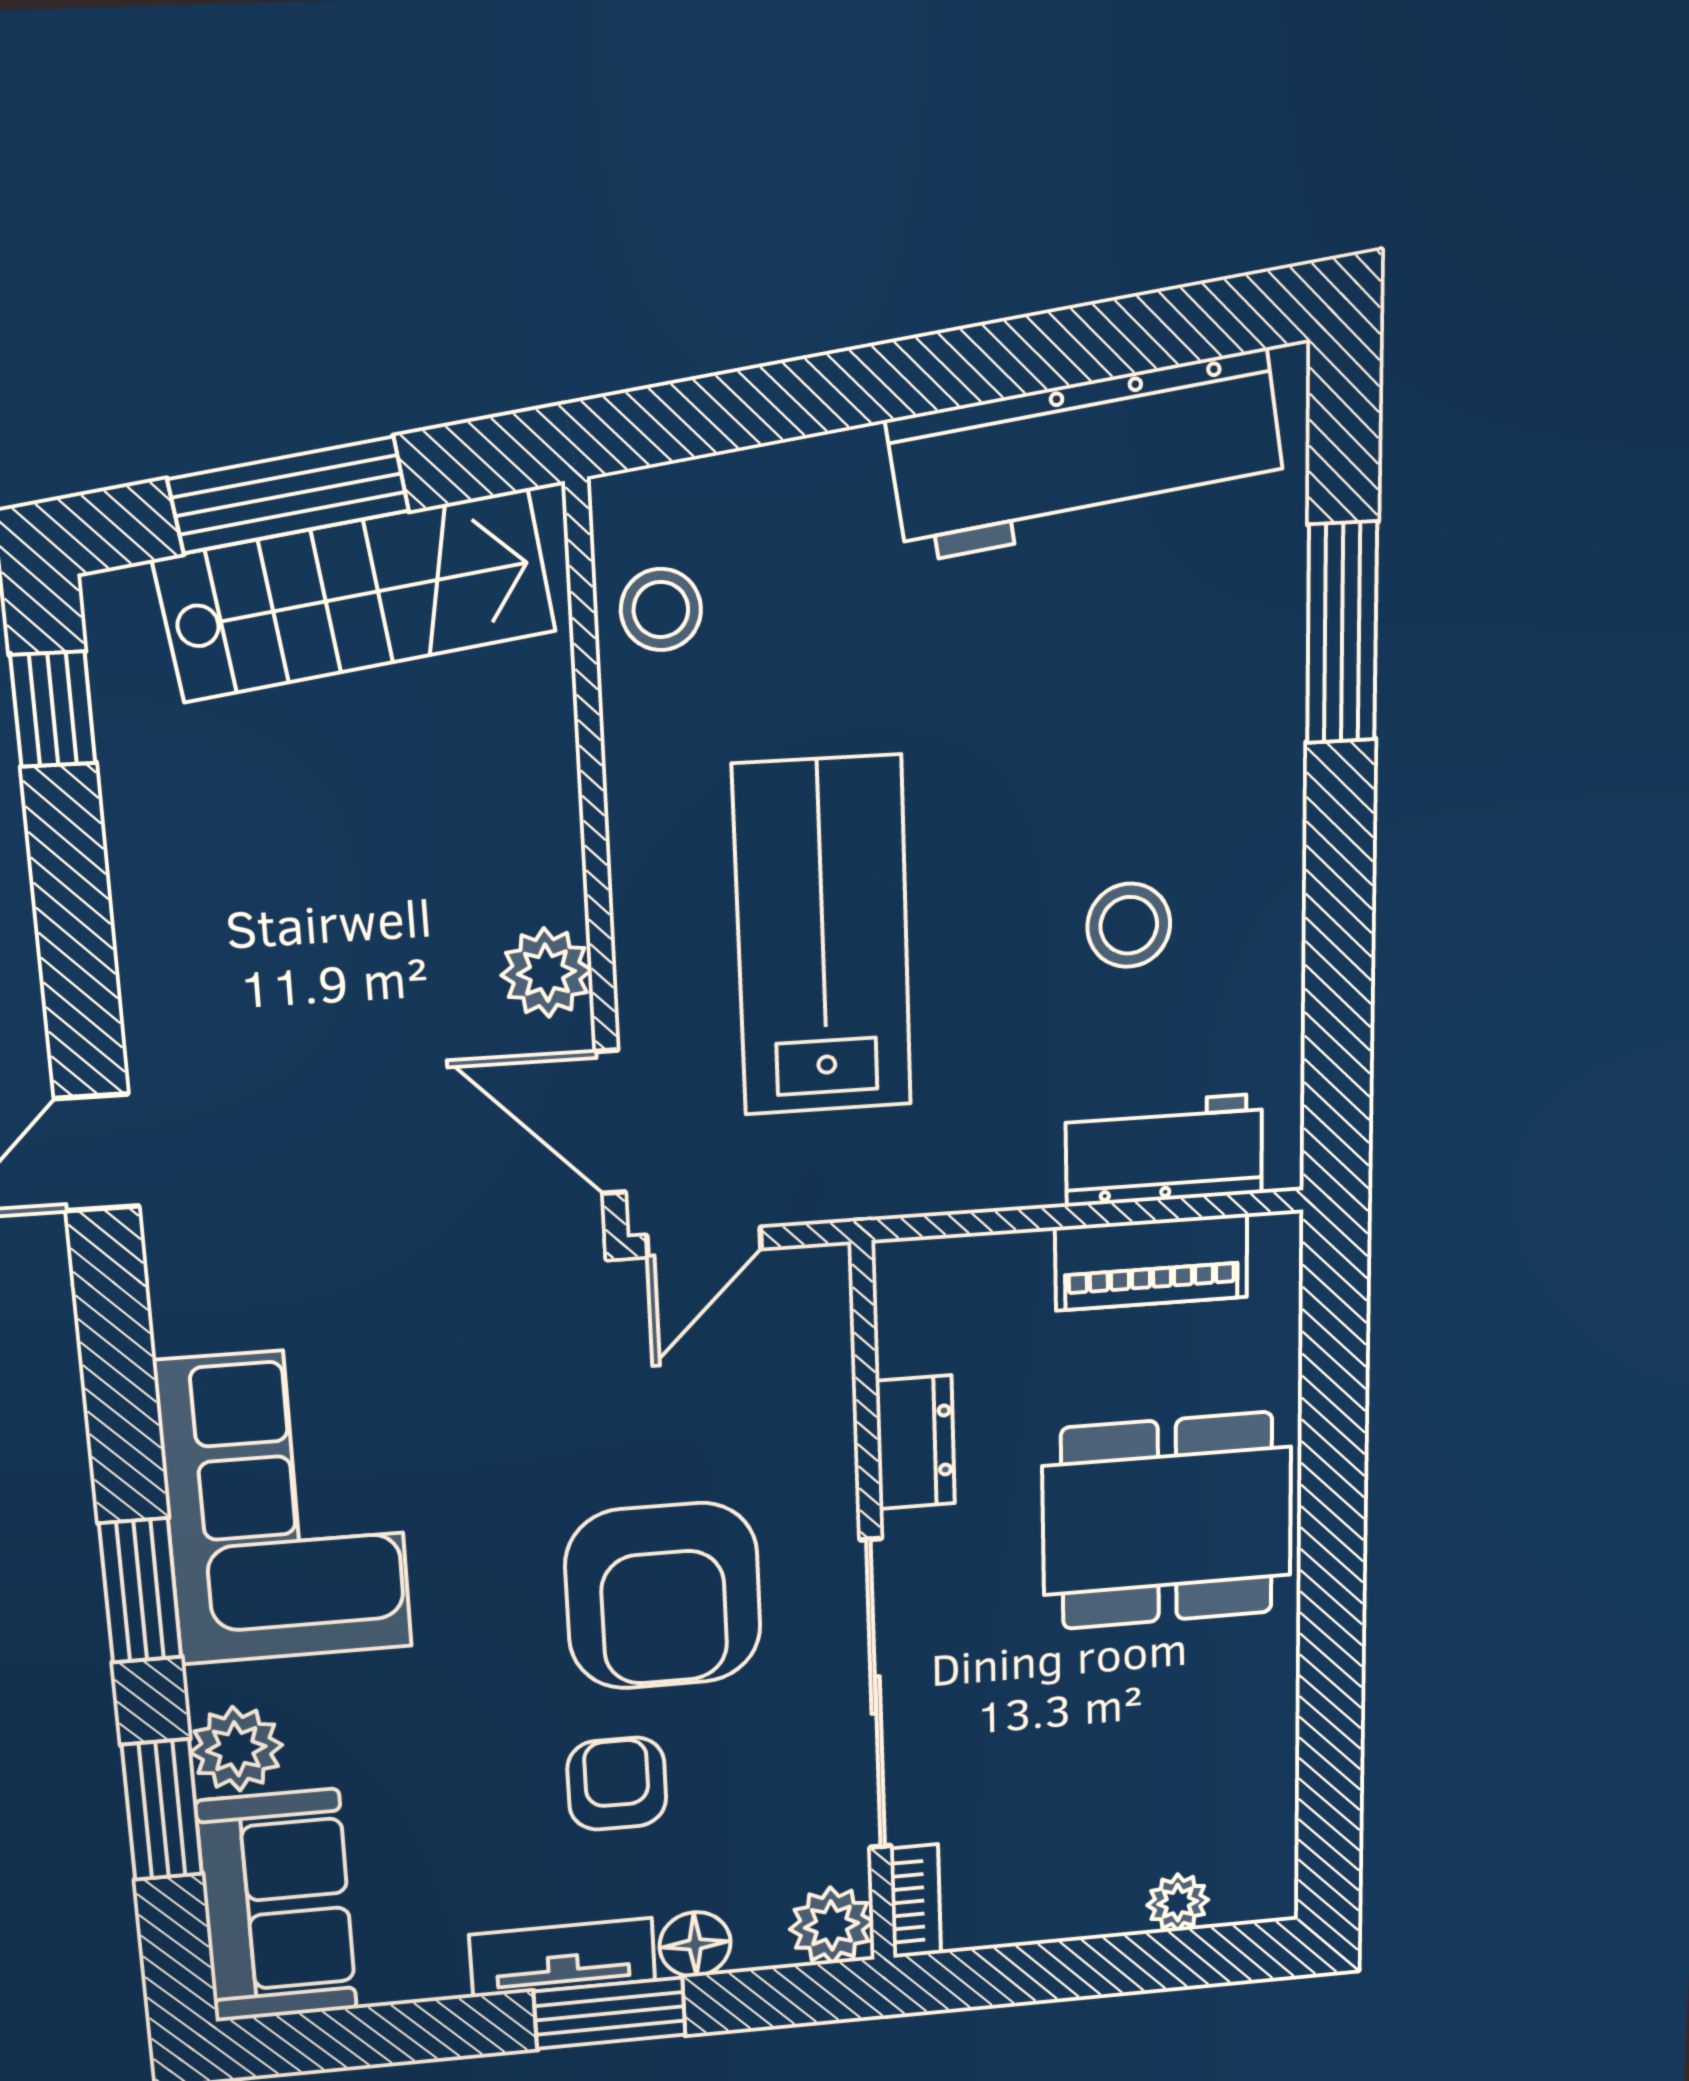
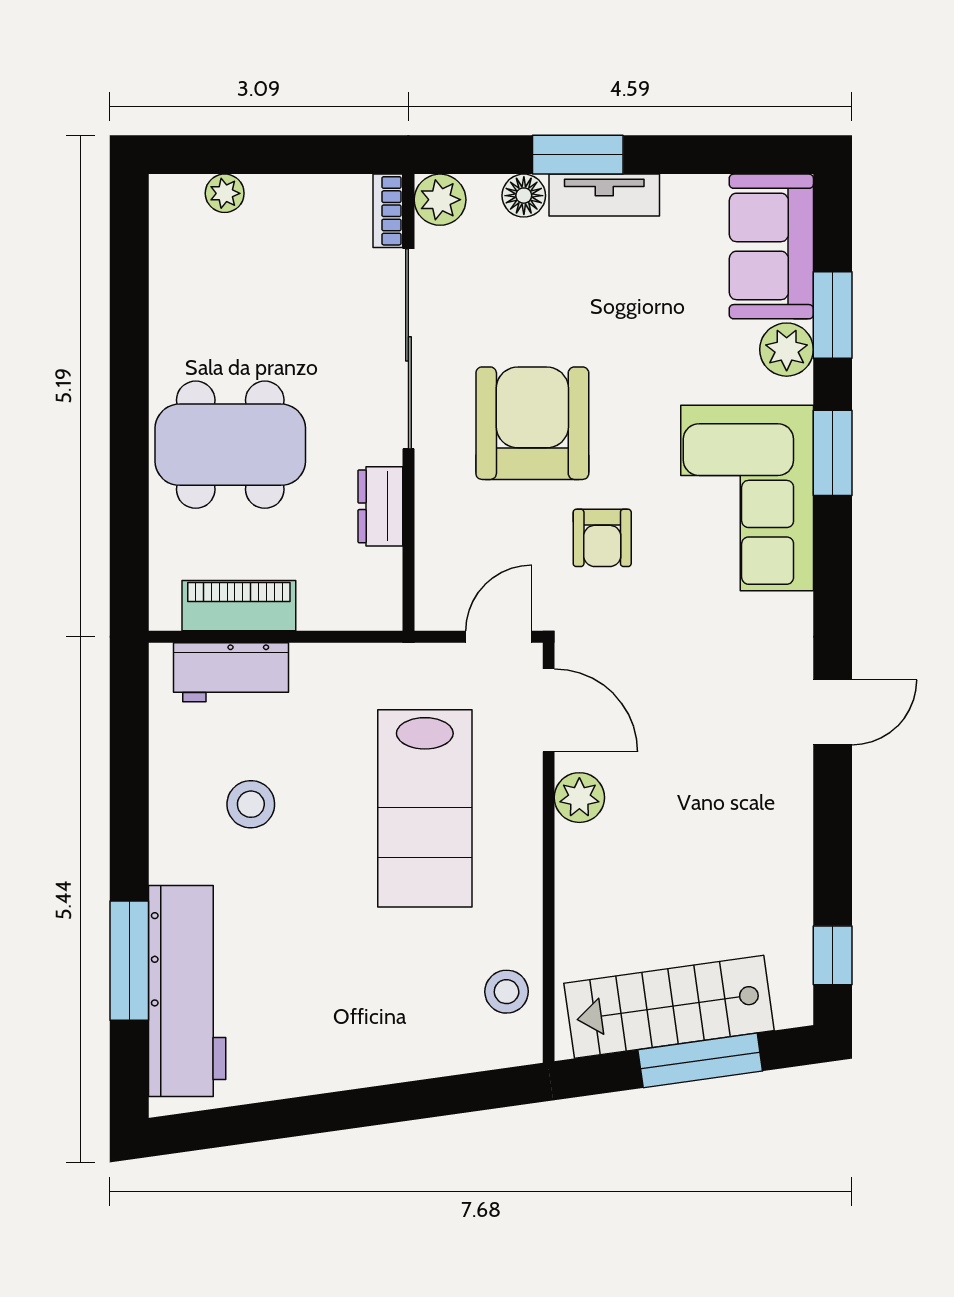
workbench: (1087, 456) -> (187, 991), moved, turned 98
armchair: (617, 1784) -> (602, 538), moved

